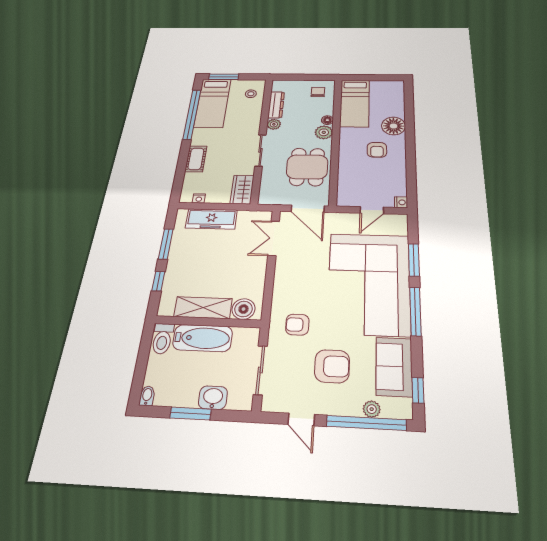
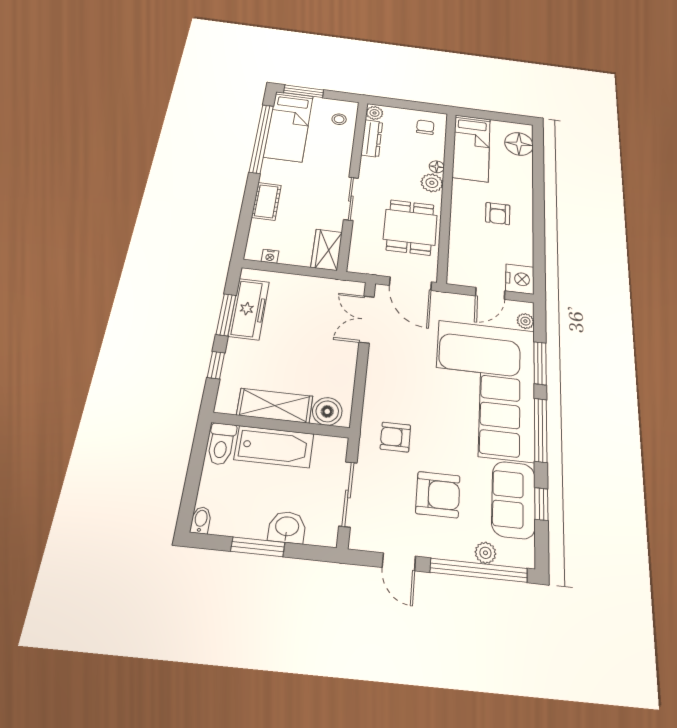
plant: (274, 124) -> (375, 113), moved
floor lamp: (394, 126) -> (519, 144), moved
nightstand: (401, 202) -> (520, 279), width x1.89, depth x1.79
freezer: (211, 219) -> (249, 309), moved, turned -90
plant: (401, 229) -> (525, 321), added
window: (418, 390) -> (541, 504), moved

